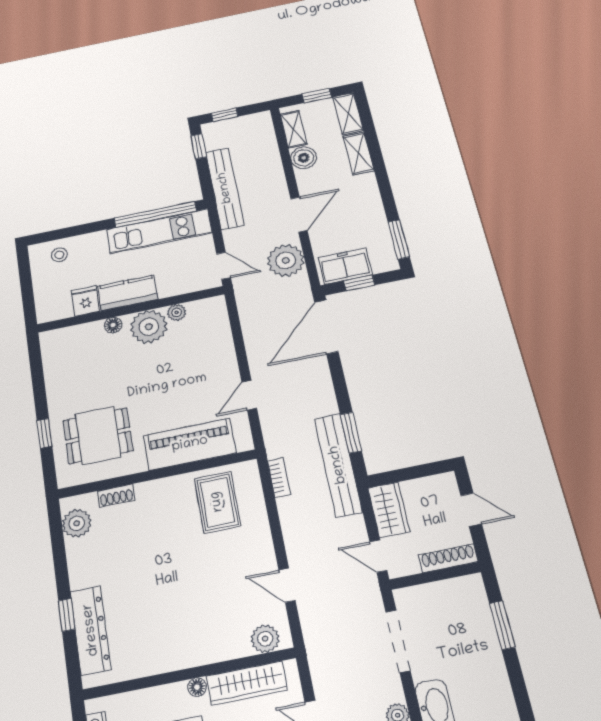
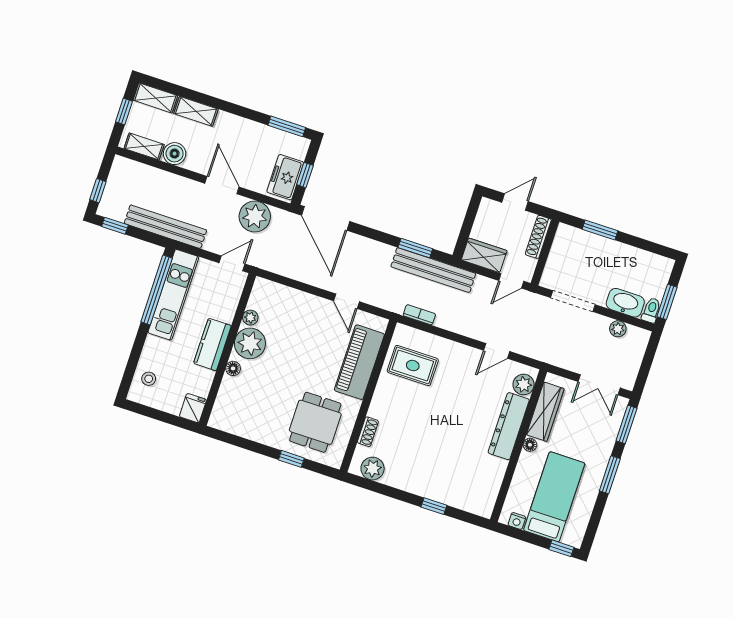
fridge: (85, 301) -> (193, 408), moved, turned 90
dresser: (91, 630) -> (509, 426), moved, turned -90

